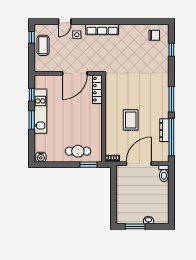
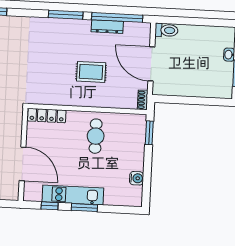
door: (75, 73) -> (23, 164), moved
cafe table: (78, 151) -> (96, 136), moved
water cooler: (41, 157) -> (137, 178), moved

